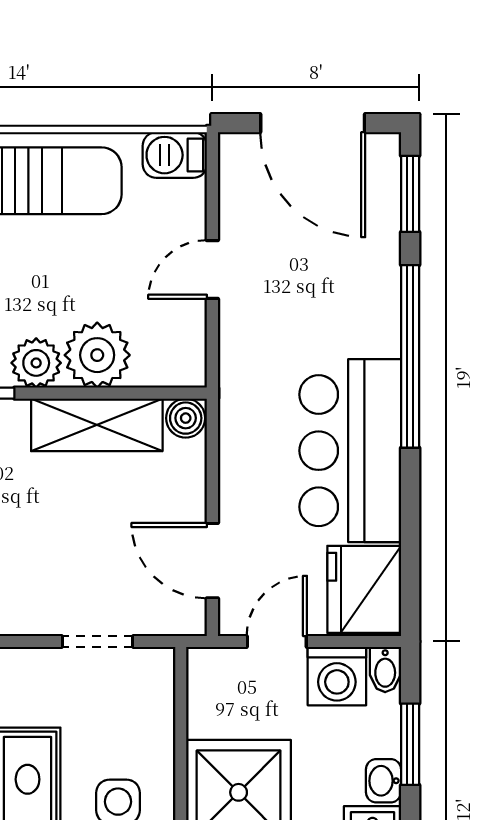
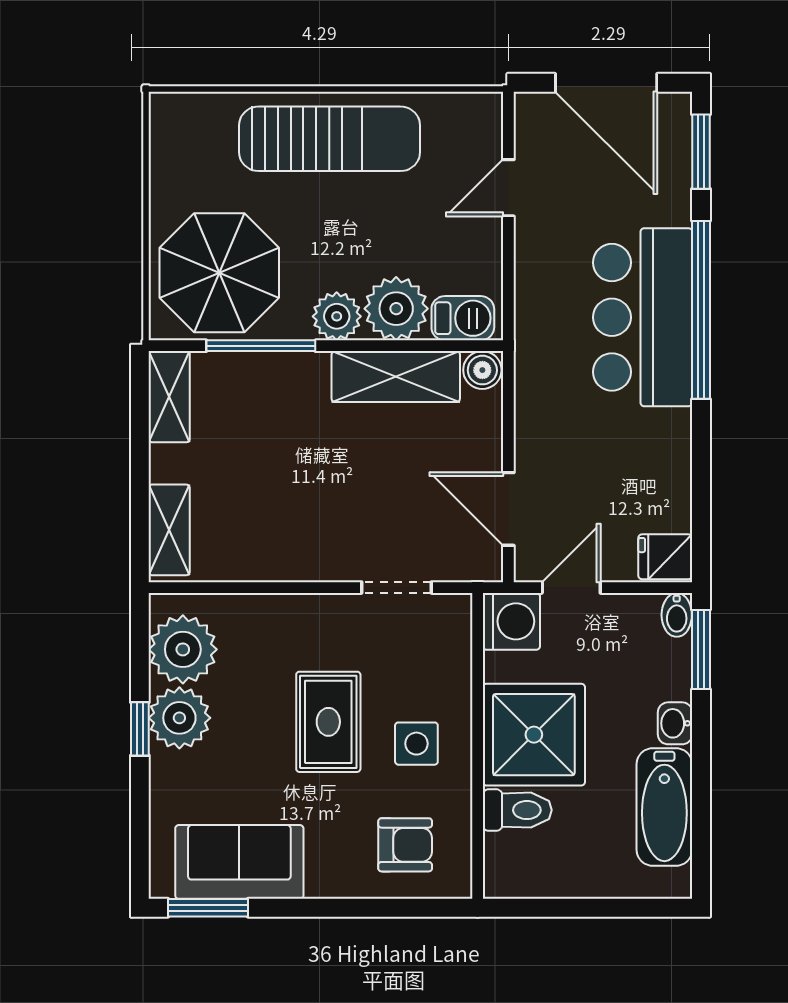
barbecue: (175, 155) -> (463, 318), moved, turned 180
door: (212, 269) -> (508, 188), moved
bar counter: (350, 451) -> (643, 317), moved
fridge: (364, 589) -> (665, 557), width x0.53, depth x0.75
washing machine: (337, 676) -> (511, 621), moved, turned -90
window: (410, 744) -> (701, 649), moved

